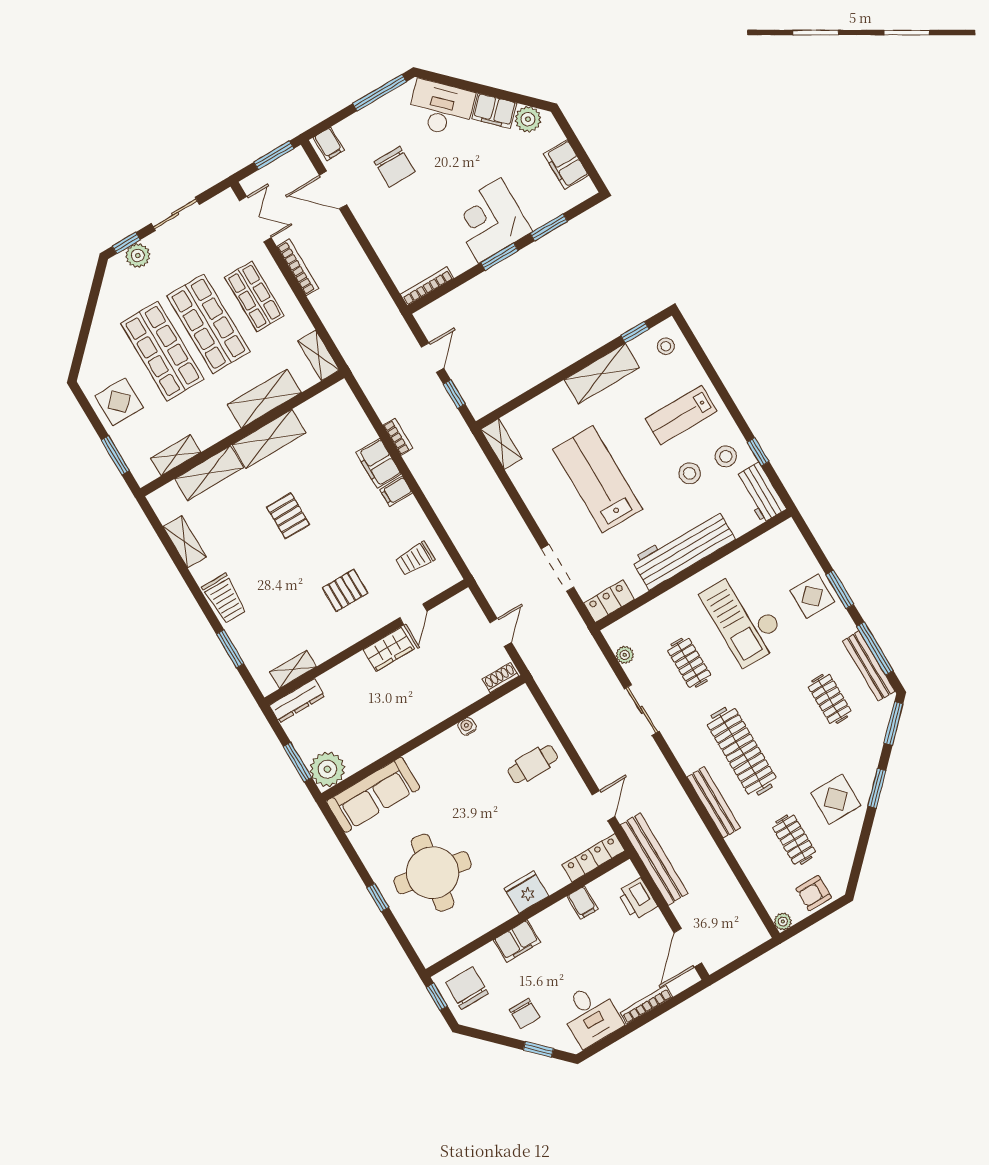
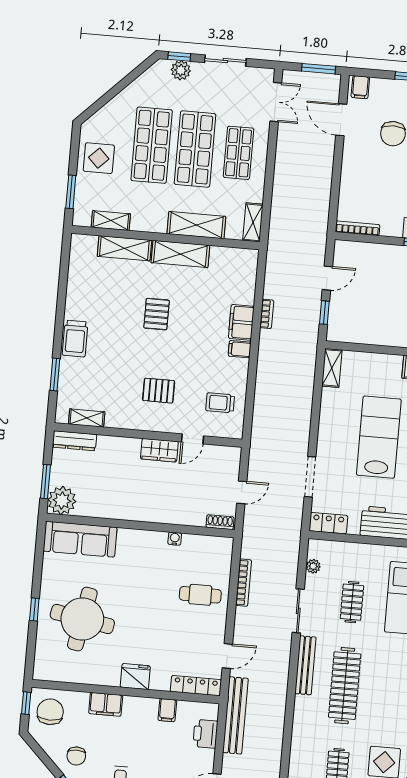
bookcase: (298, 267) -> (244, 583), moved
shelving: (185, 542) -> (76, 282), removed
bench: (714, 802) -> (305, 665), moved

